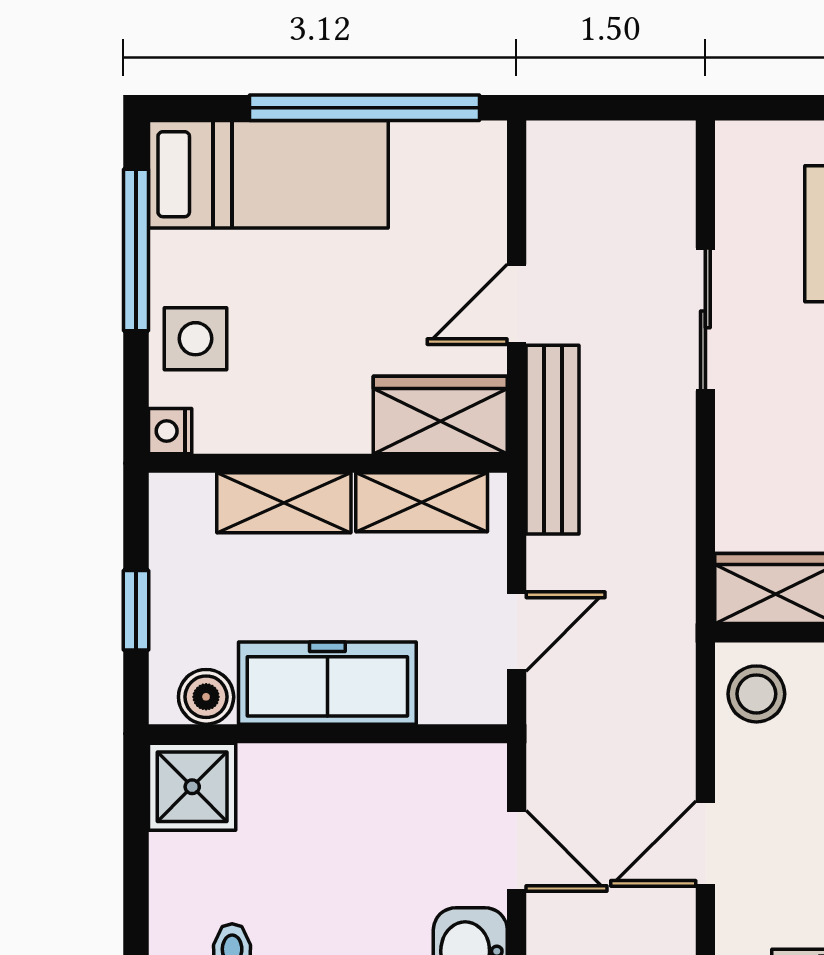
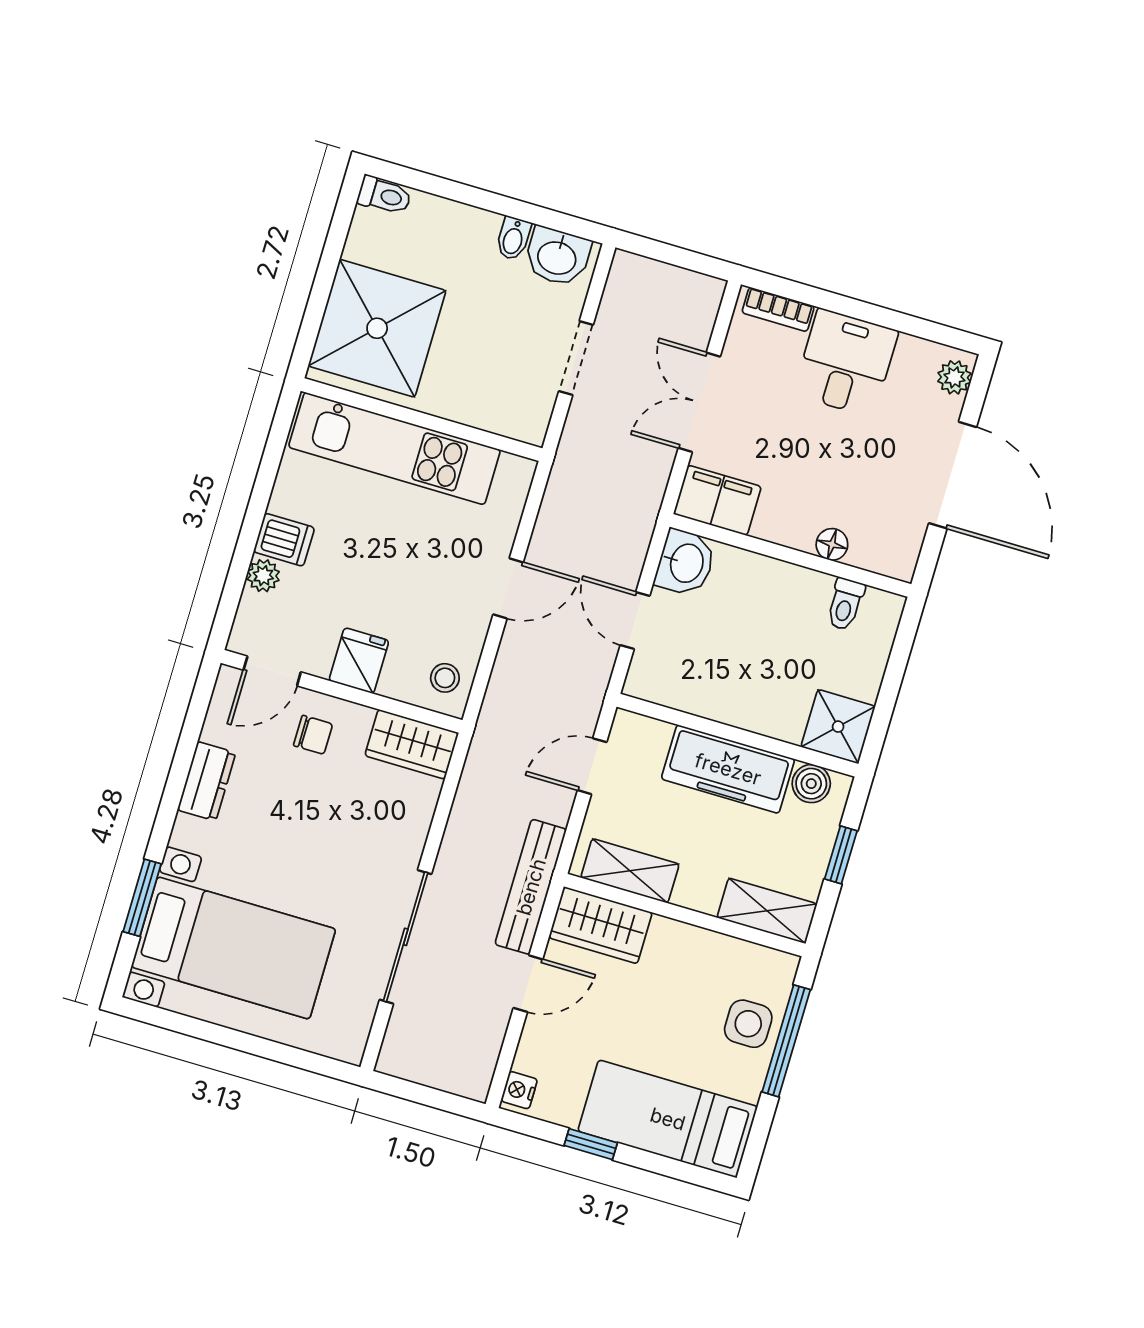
window: (364, 108) -> (591, 1144), width x0.32
window: (136, 250) -> (786, 1041), moved
sliding door: (705, 319) -> (406, 937), width x1.37
nightstand: (170, 431) -> (519, 1090), moved, turned 180
shelving: (284, 503) -> (767, 911), moved
stool: (756, 694) -> (445, 678), width x0.73, depth x0.73

